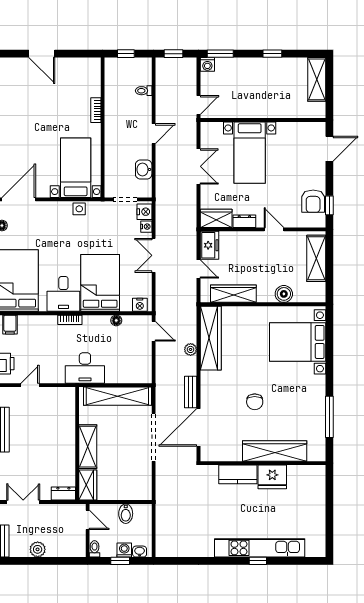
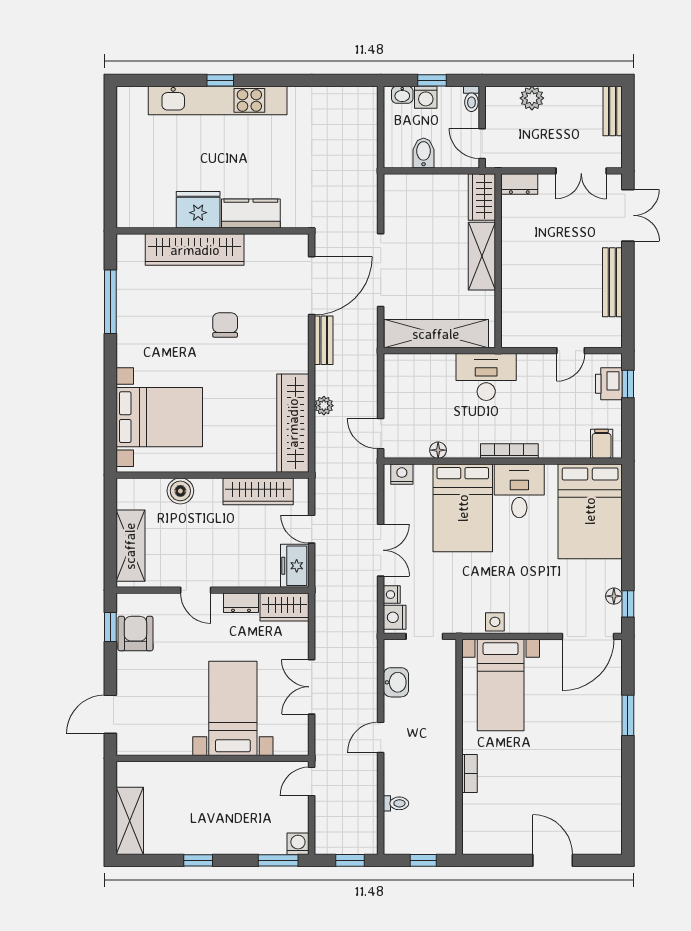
bookcase: (70, 320) -> (509, 451), width x1.56
plant: (38, 549) -> (532, 98), moved

